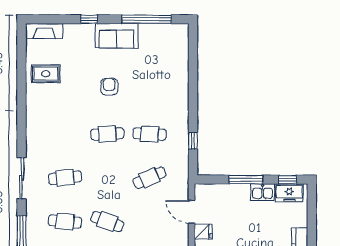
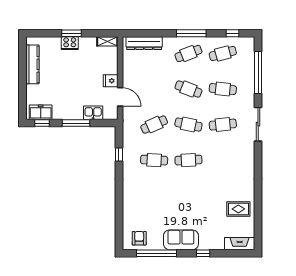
armchair: (109, 87) -> (139, 238), moved, turned 180
cafe table: (107, 178) -> (188, 125), added
kitchen sink: (263, 192) -> (93, 113), moved

